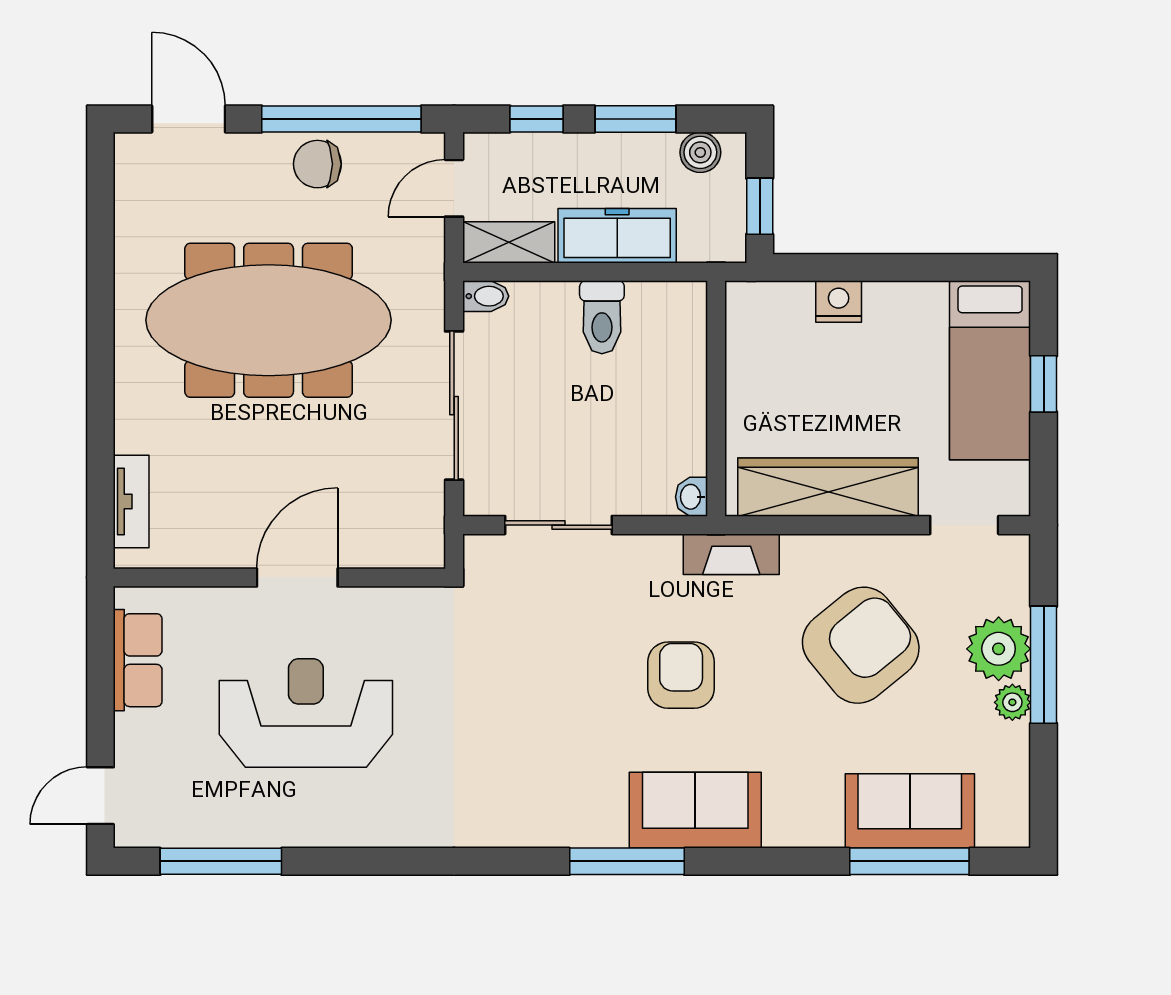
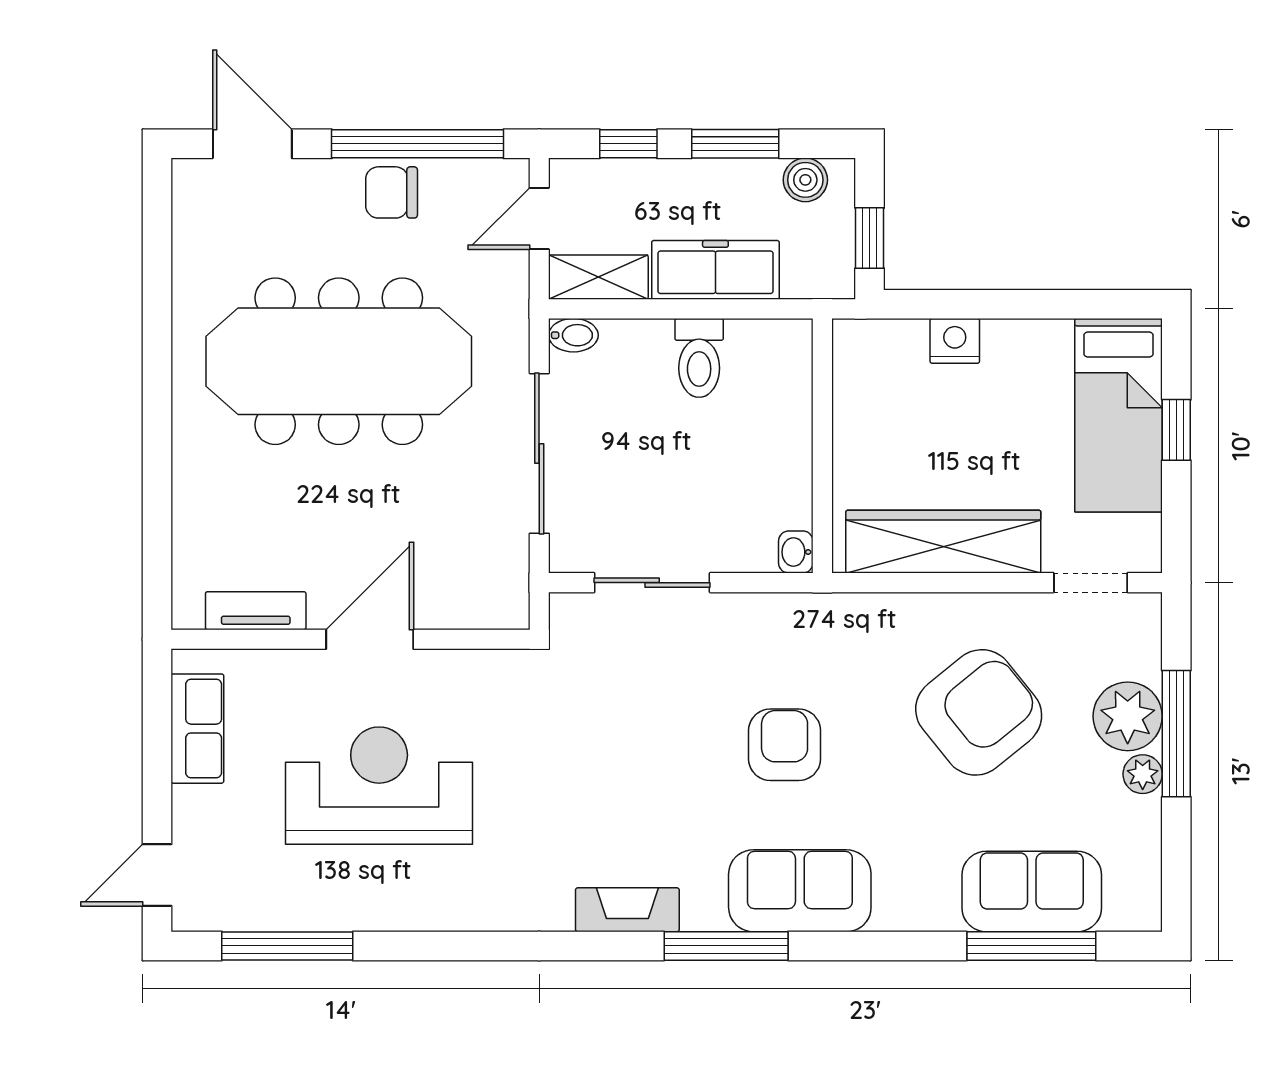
tv unit: (131, 502) -> (256, 611), moved, turned -90
fireplace: (731, 554) -> (627, 910), moved, turned 180

